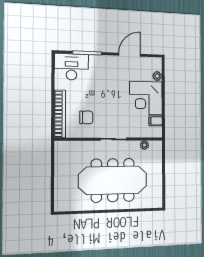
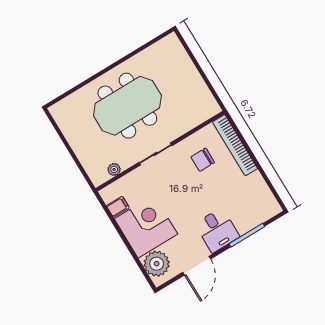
desk: (72, 67) -> (217, 230), moved, width x0.73
plant: (157, 76) -> (157, 264), width x1.87, depth x1.87
meeting table: (113, 180) -> (127, 106), width x0.73

